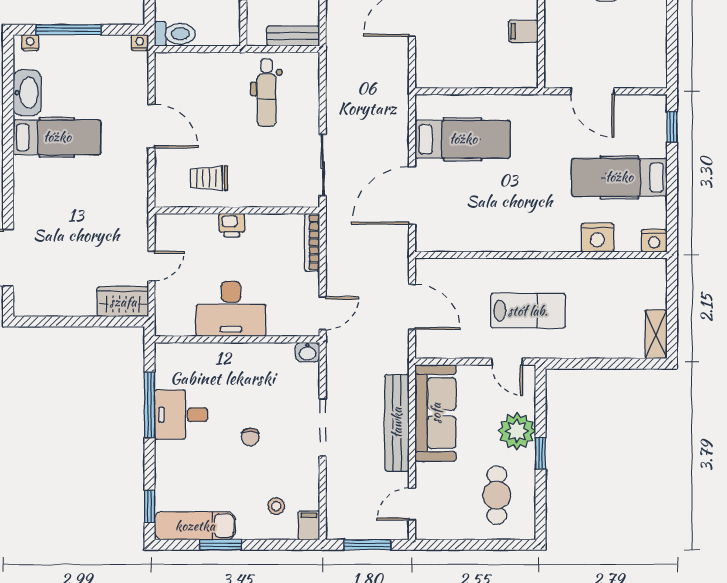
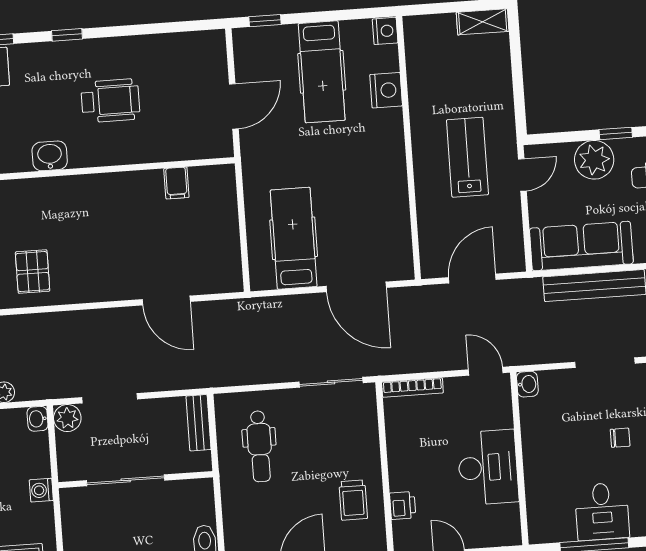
dental chair: (267, 93) -> (260, 446), turned 90
printer: (232, 225) -> (403, 505), moved

